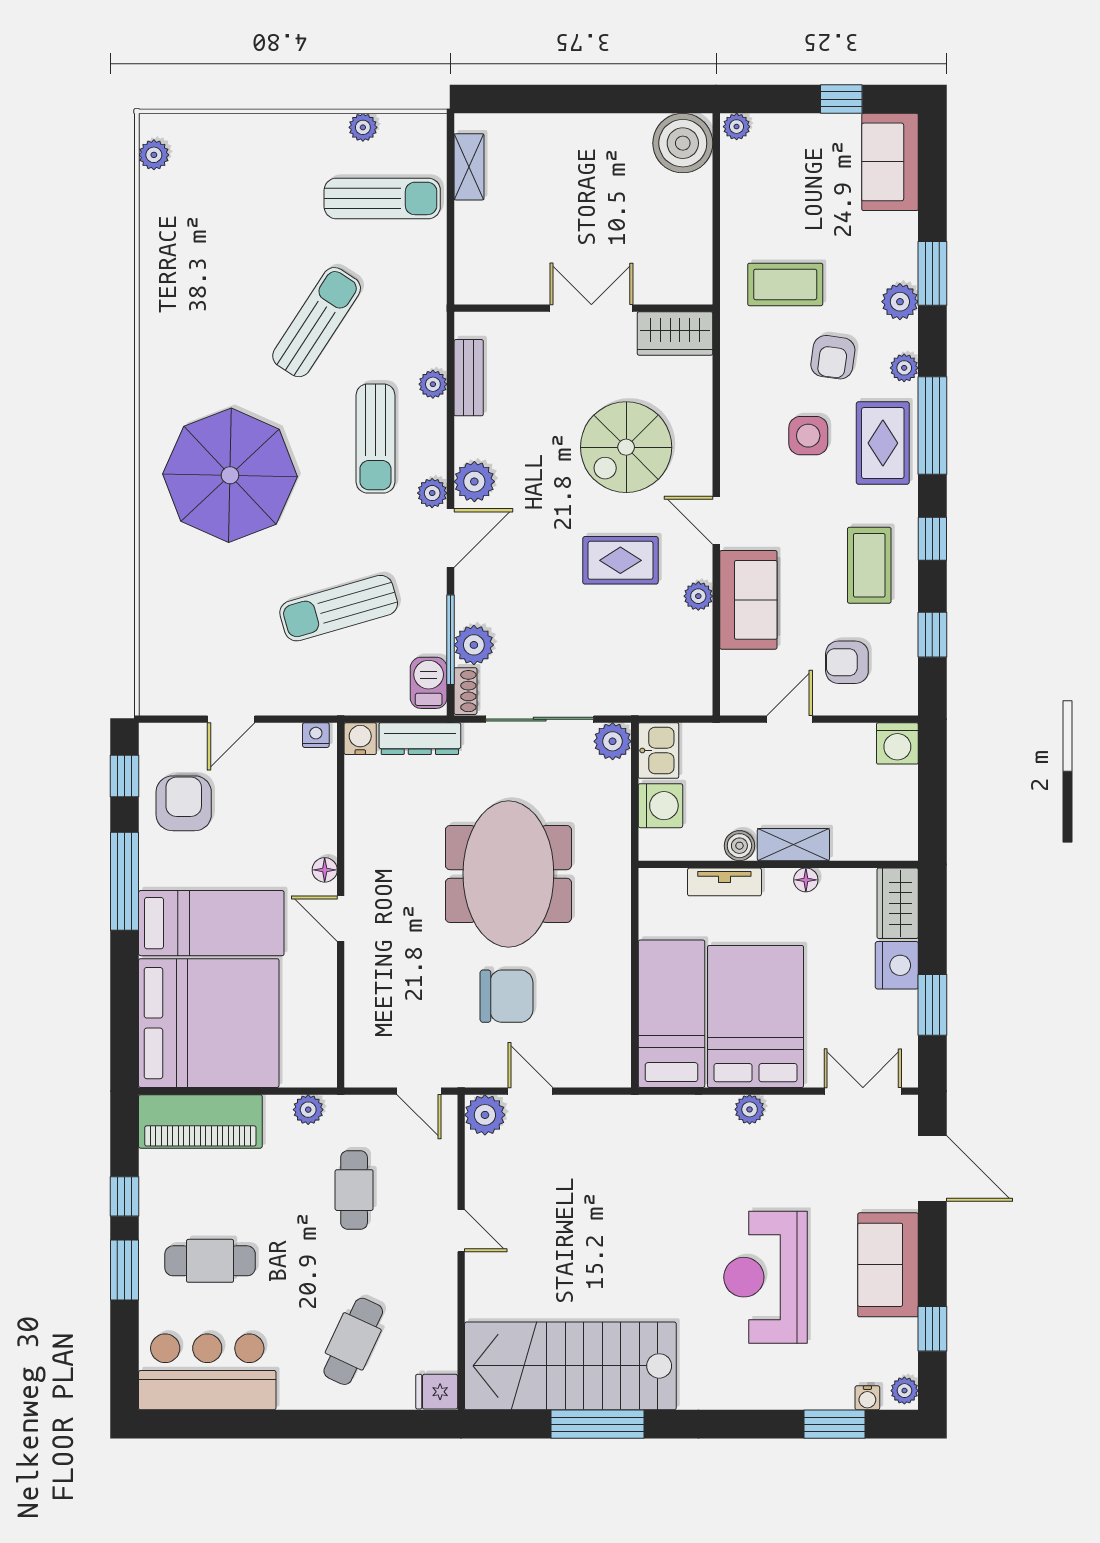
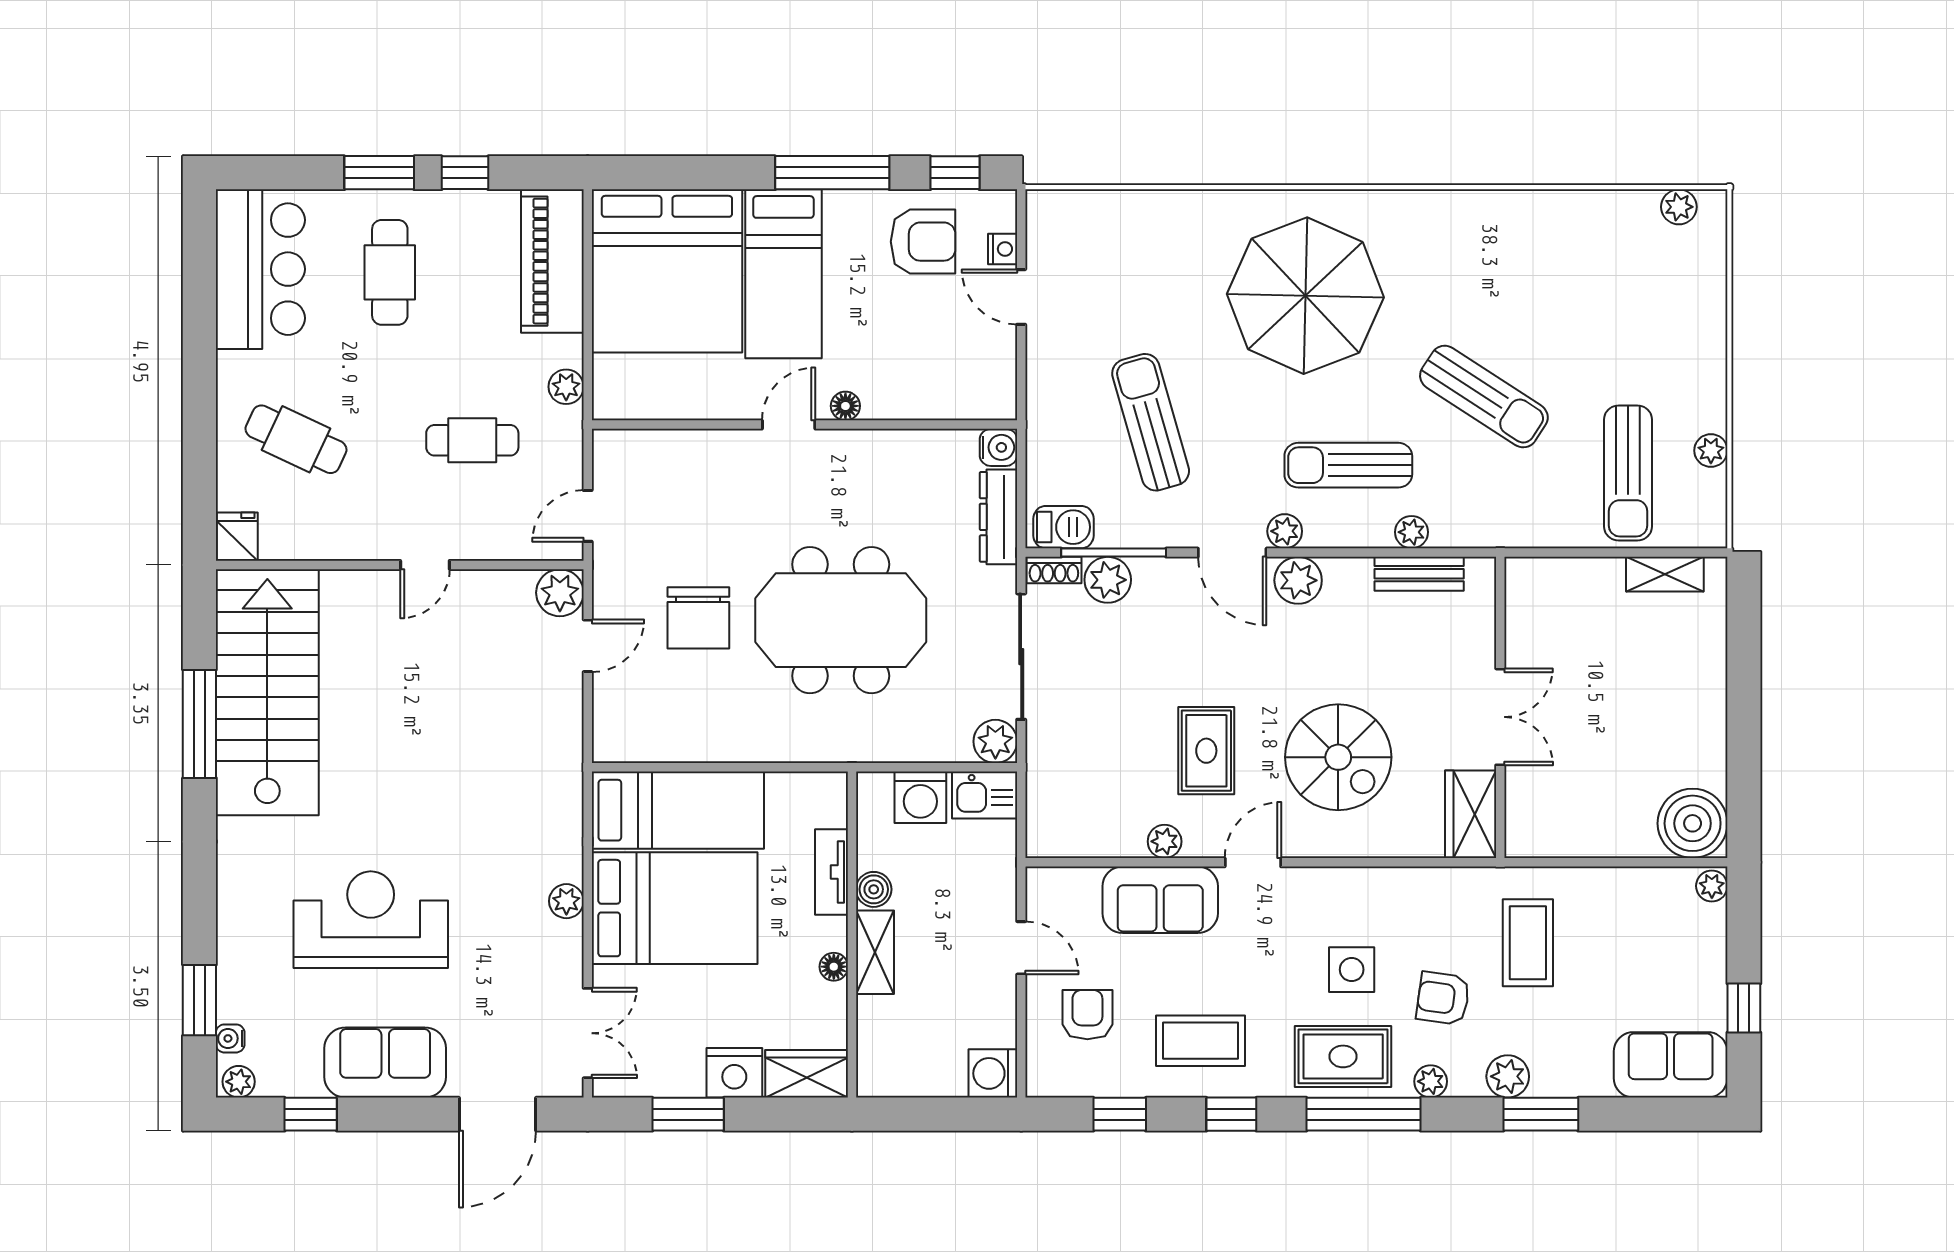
spiral stairs: (626, 447) -> (1338, 757), turned 180
nightstand: (316, 735) -> (1003, 249), moved

